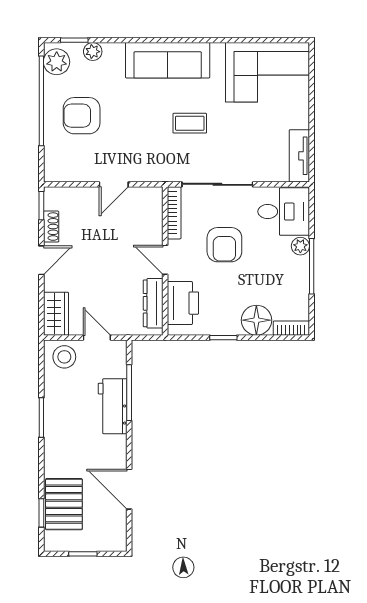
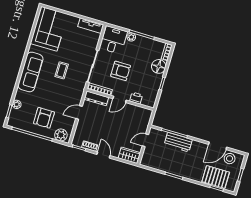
plant: (57, 62) -> (61, 135), moved
door: (114, 184) -> (79, 112), swing flipped
dresser: (153, 303) -> (96, 98), moved
printer: (183, 303) -> (136, 98), width x0.53, depth x0.68
stool: (64, 357) -> (230, 159), moved

